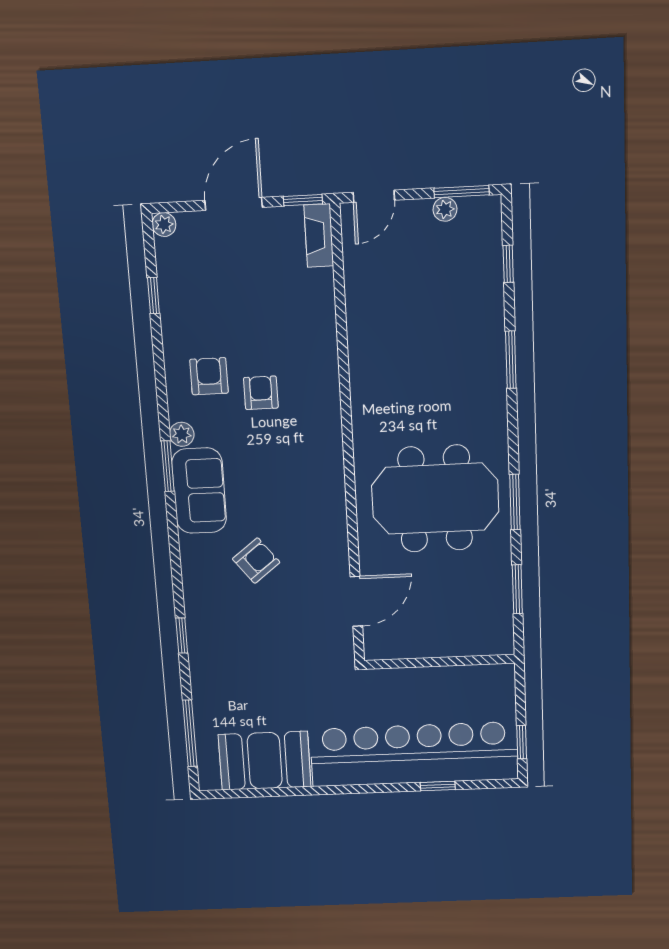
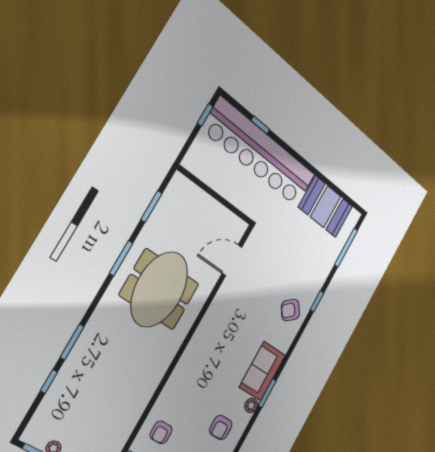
window: (508, 264) -> (49, 381), moved
armchair: (261, 393) -> (161, 432), moved
meeting table: (435, 499) -> (159, 289), turned 90
armchair: (256, 561) -> (290, 310), moved

